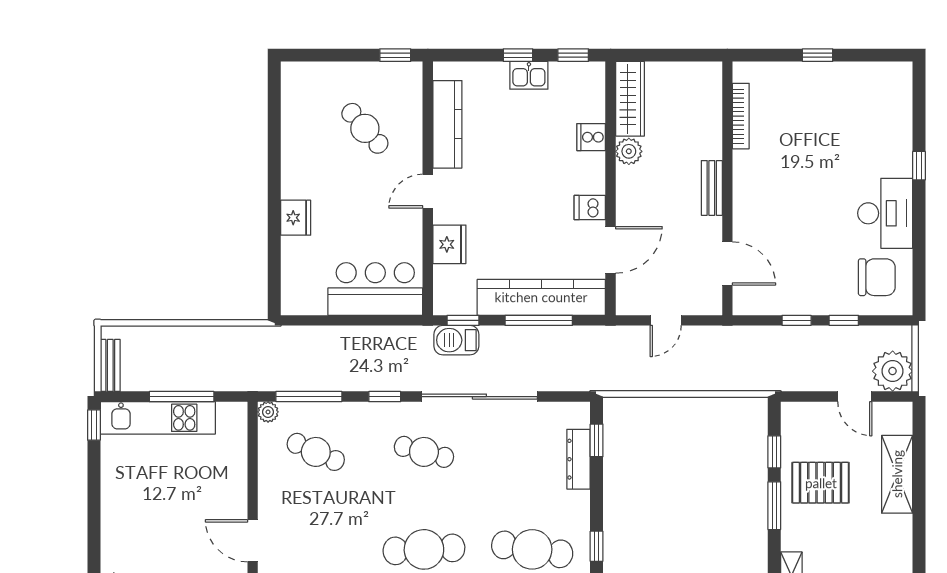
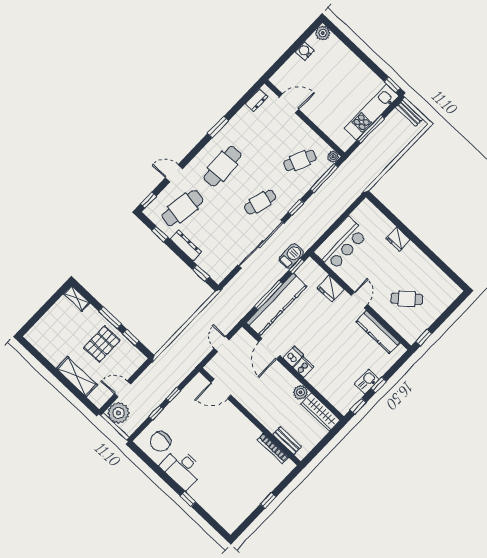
cooker: (591, 137) -> (303, 367), moved
bench: (712, 188) -> (287, 441), moved
dresser: (579, 459) -> (186, 245), moved

